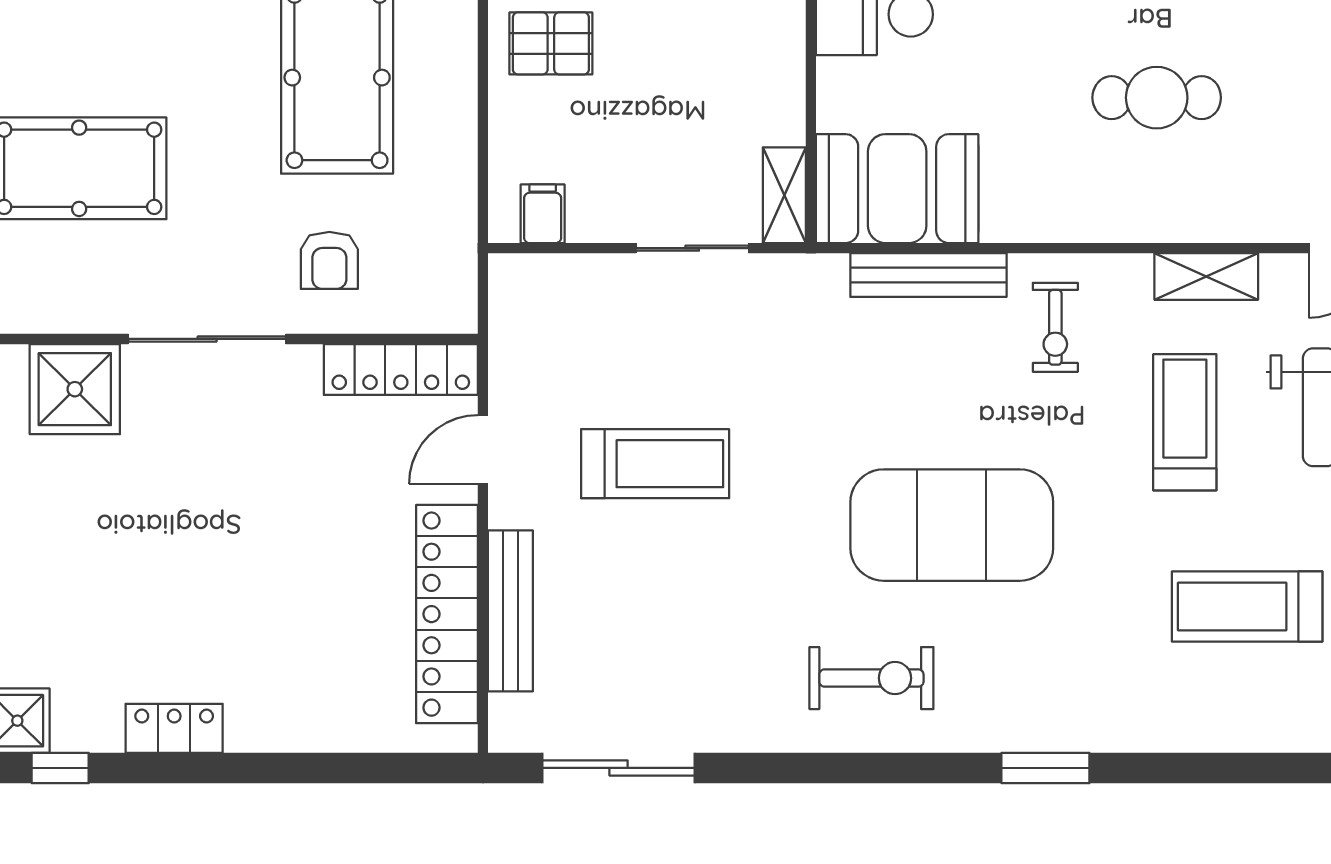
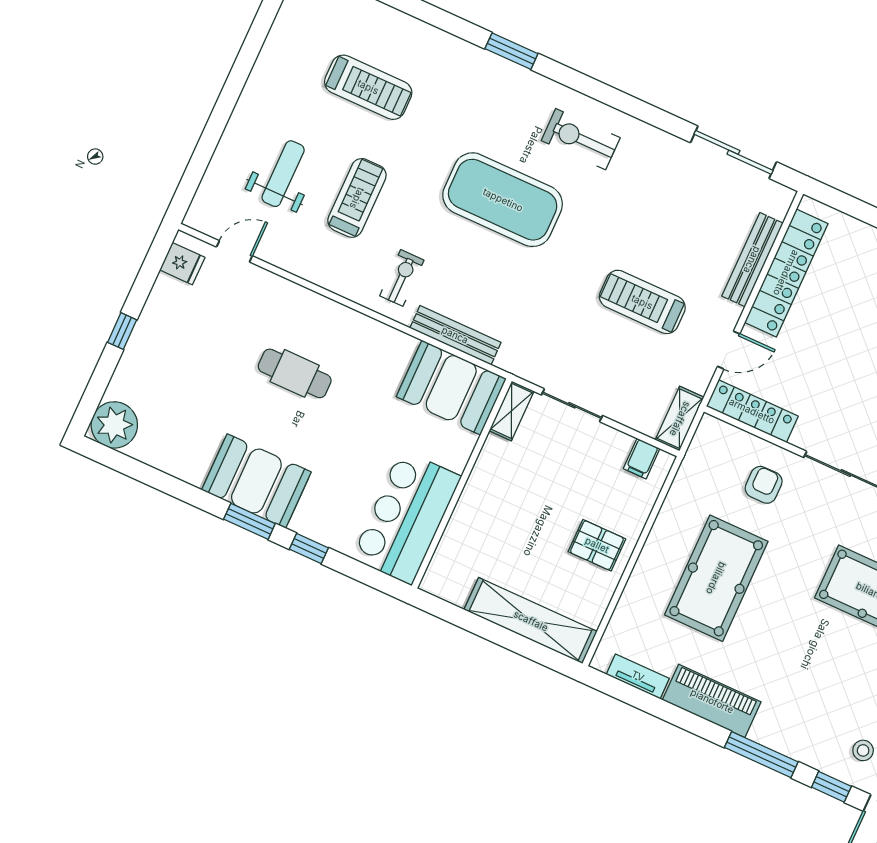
shelving: (1206, 276) -> (680, 419), moved, turned 90
treadmill: (1185, 422) -> (357, 198), turned 180

